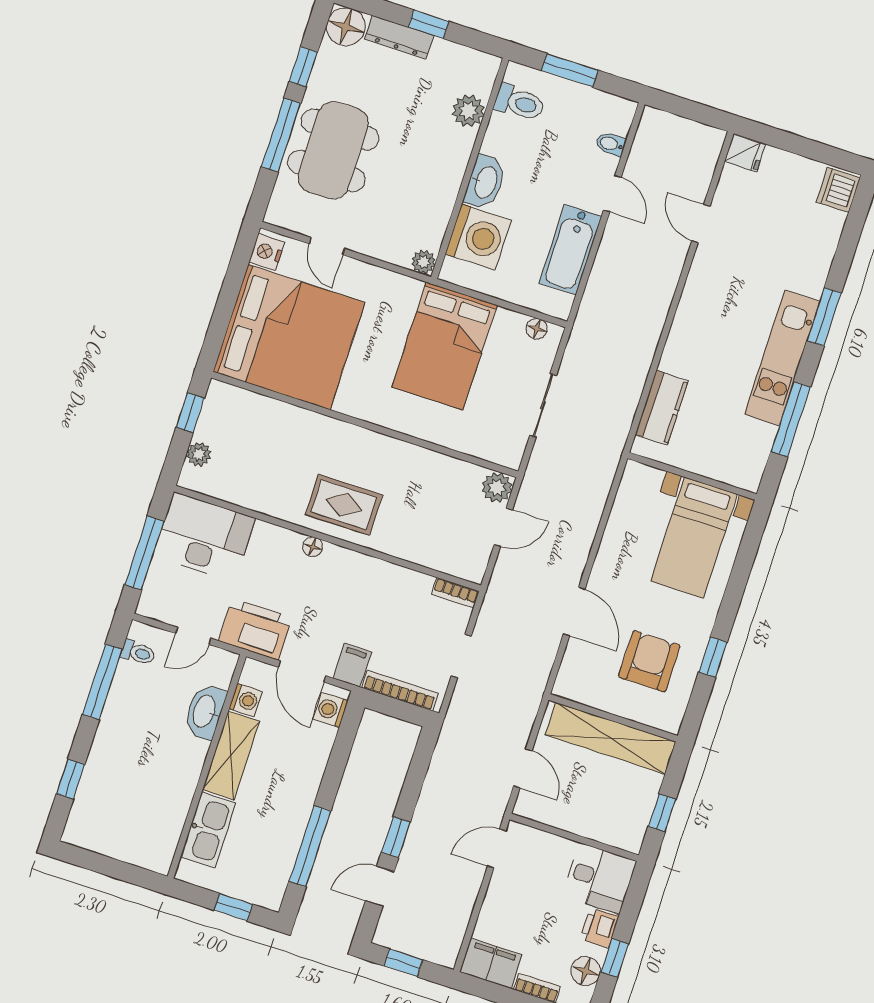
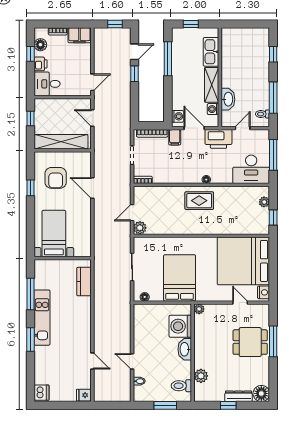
window: (303, 67) -> (273, 372), removed
dining table: (333, 150) -> (250, 342), width x0.73
bathtub: (570, 250) -> (142, 333), removed

